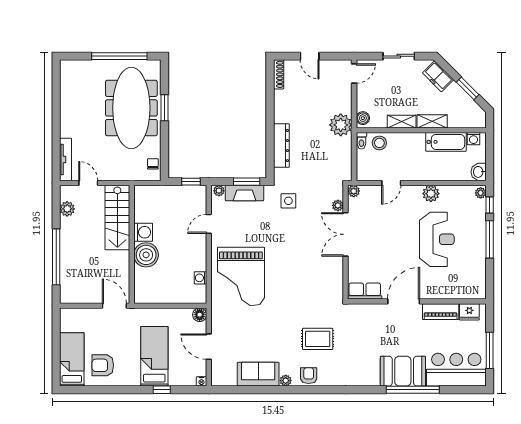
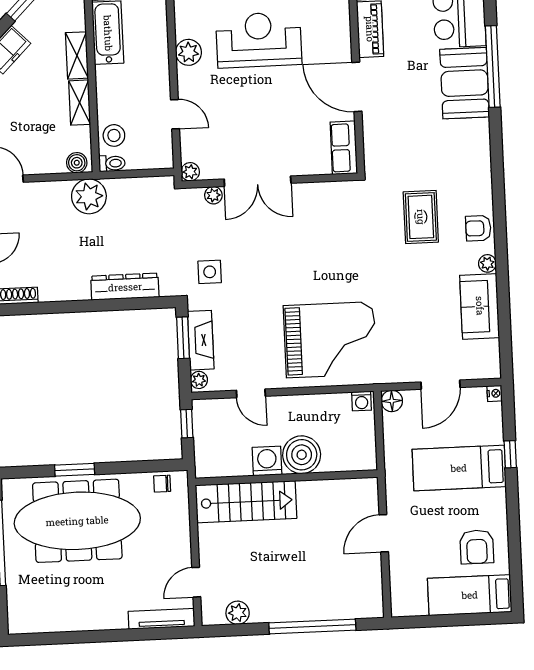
stairs: (117, 218) -> (246, 502), moved
washing machine: (143, 232) -> (267, 461), moved
wall: (132, 244) -> (286, 478), moved
boiler: (146, 255) -> (302, 455), moved
washing machine: (200, 278) -> (362, 401), moved

